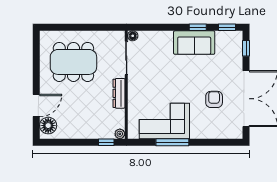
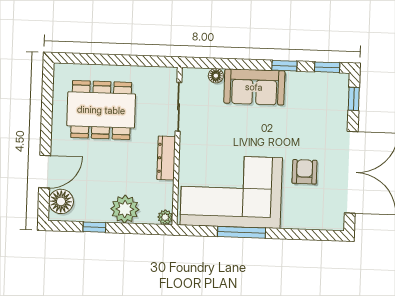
floor lamp: (133, 36) -> (216, 76), moved
sofa: (194, 43) -> (254, 87), moved
corner sofa: (164, 121) -> (231, 191), width x1.36, depth x1.36
plant: (92, 129) -> (125, 209), added
window: (106, 142) -> (94, 227), moved

